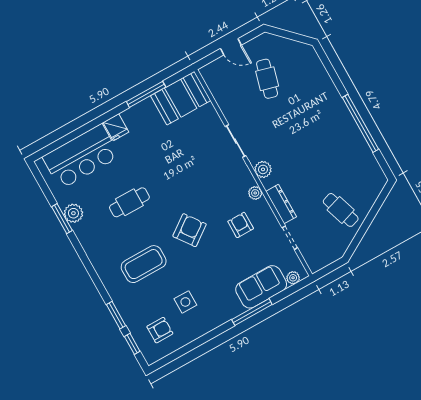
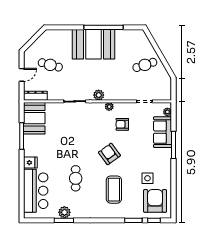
booth: (329, 123) -> (93, 44), added
dresser: (281, 204) -> (35, 96), moved
armchair: (160, 330) -> (155, 201), width x1.88, depth x1.88

